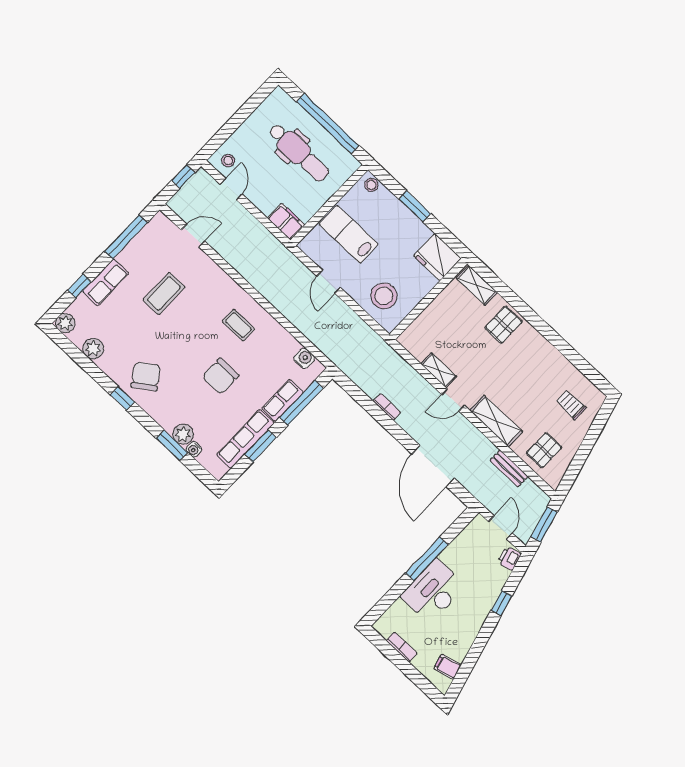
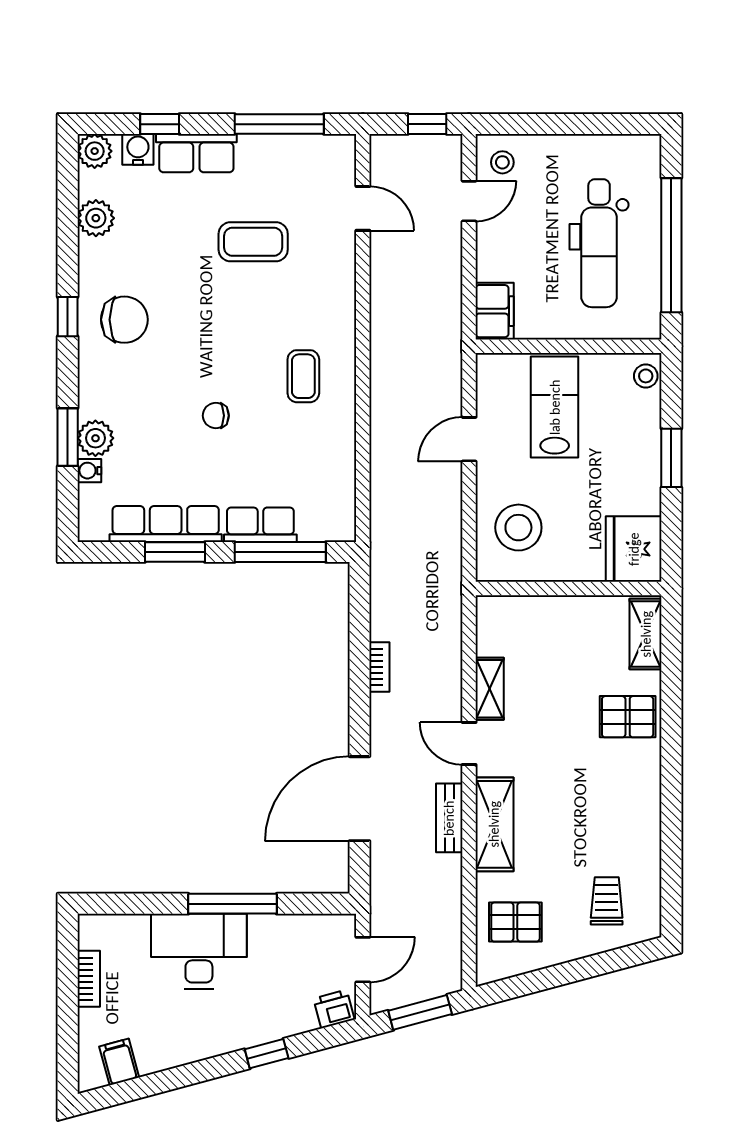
water cooler: (304, 358) -> (138, 149), moved, turned -90
chair: (146, 376) -> (124, 320), turned 35
chair: (221, 376) -> (216, 416), width x0.54, depth x0.54
bench: (509, 468) -> (449, 818), moved

